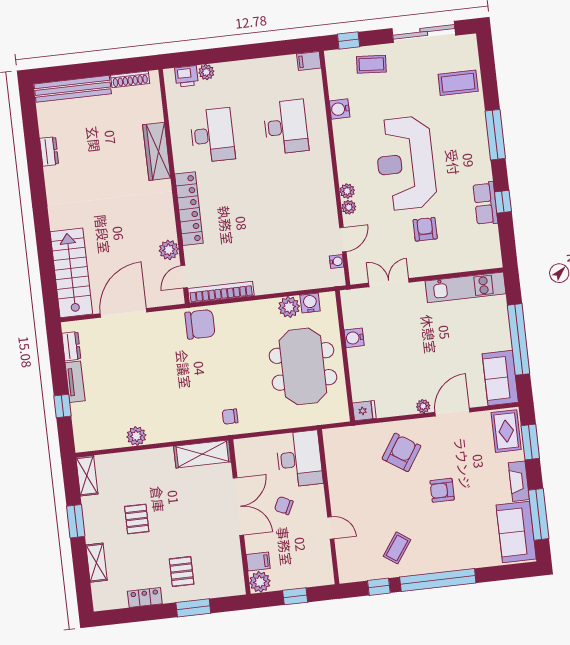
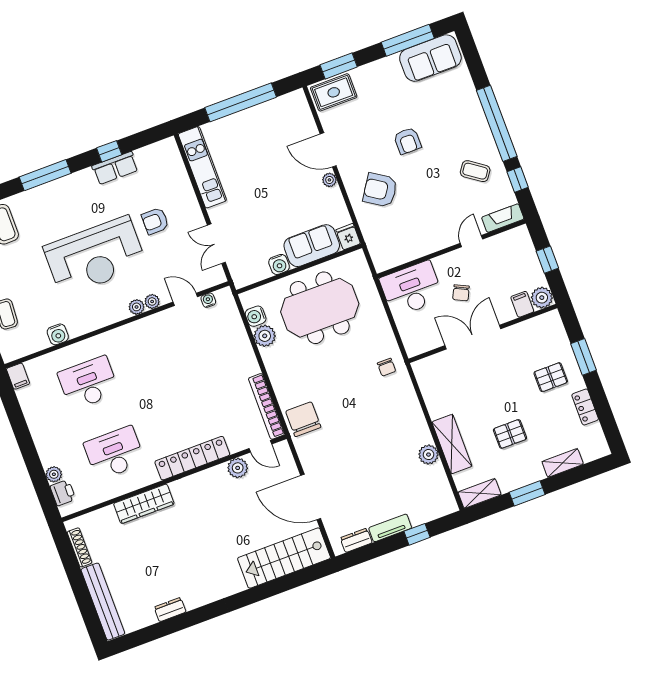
sofa: (500, 378) -> (312, 246), moved, turned 180
shelving: (202, 454) -> (452, 444), moved
fireplace: (519, 481) -> (503, 218), moved, turned 180

